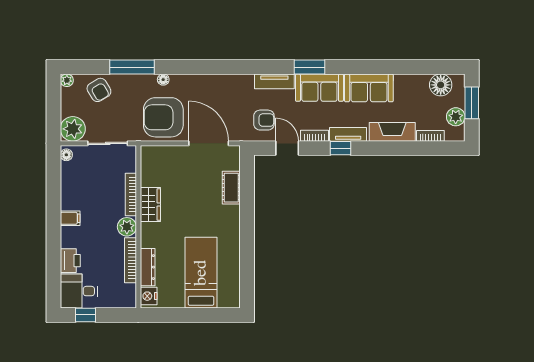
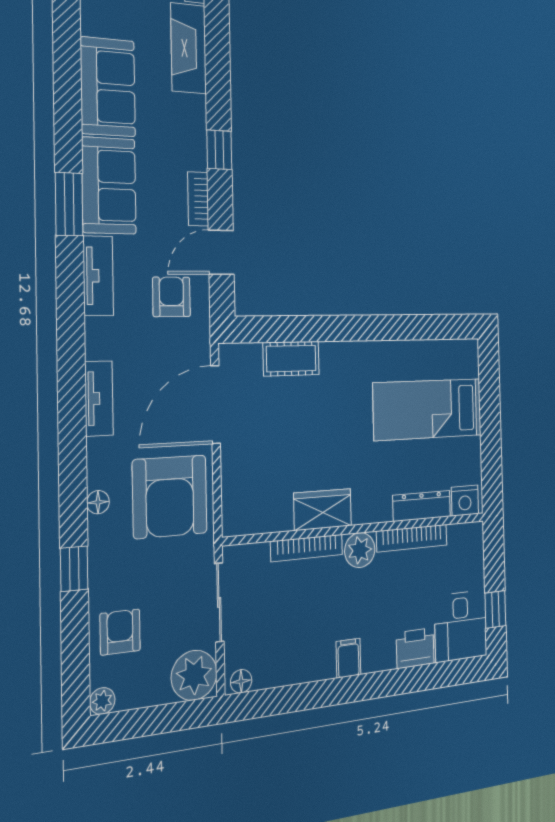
window: (132, 67) -> (74, 569), width x0.46
armchair: (99, 90) -> (120, 632), turned -59
tv unit: (348, 134) -> (99, 398), moved, turned 180

